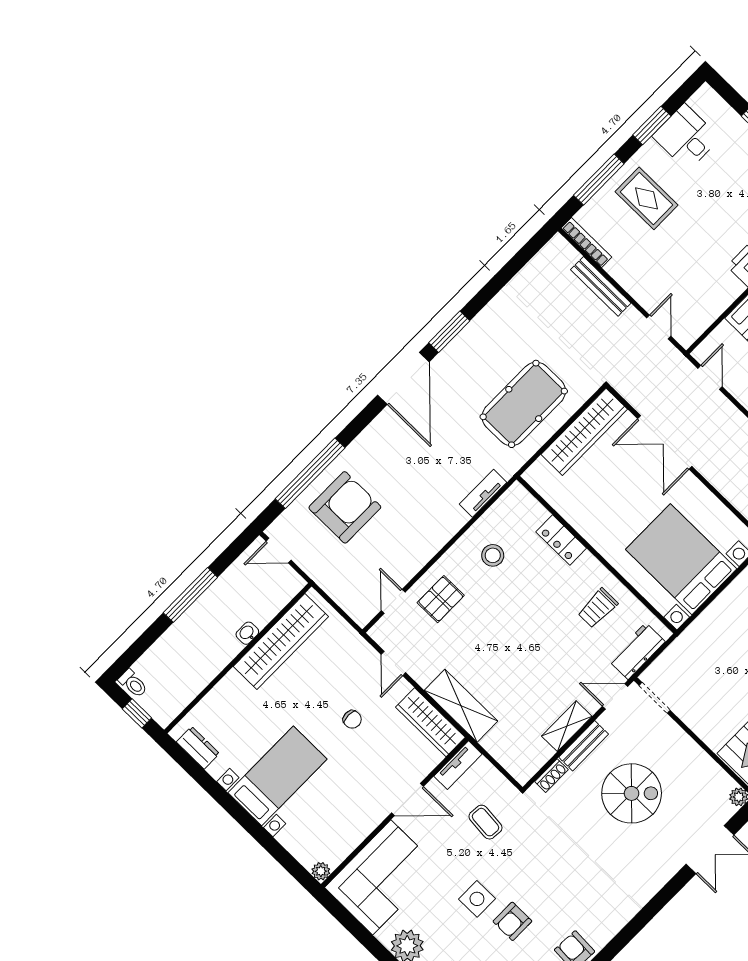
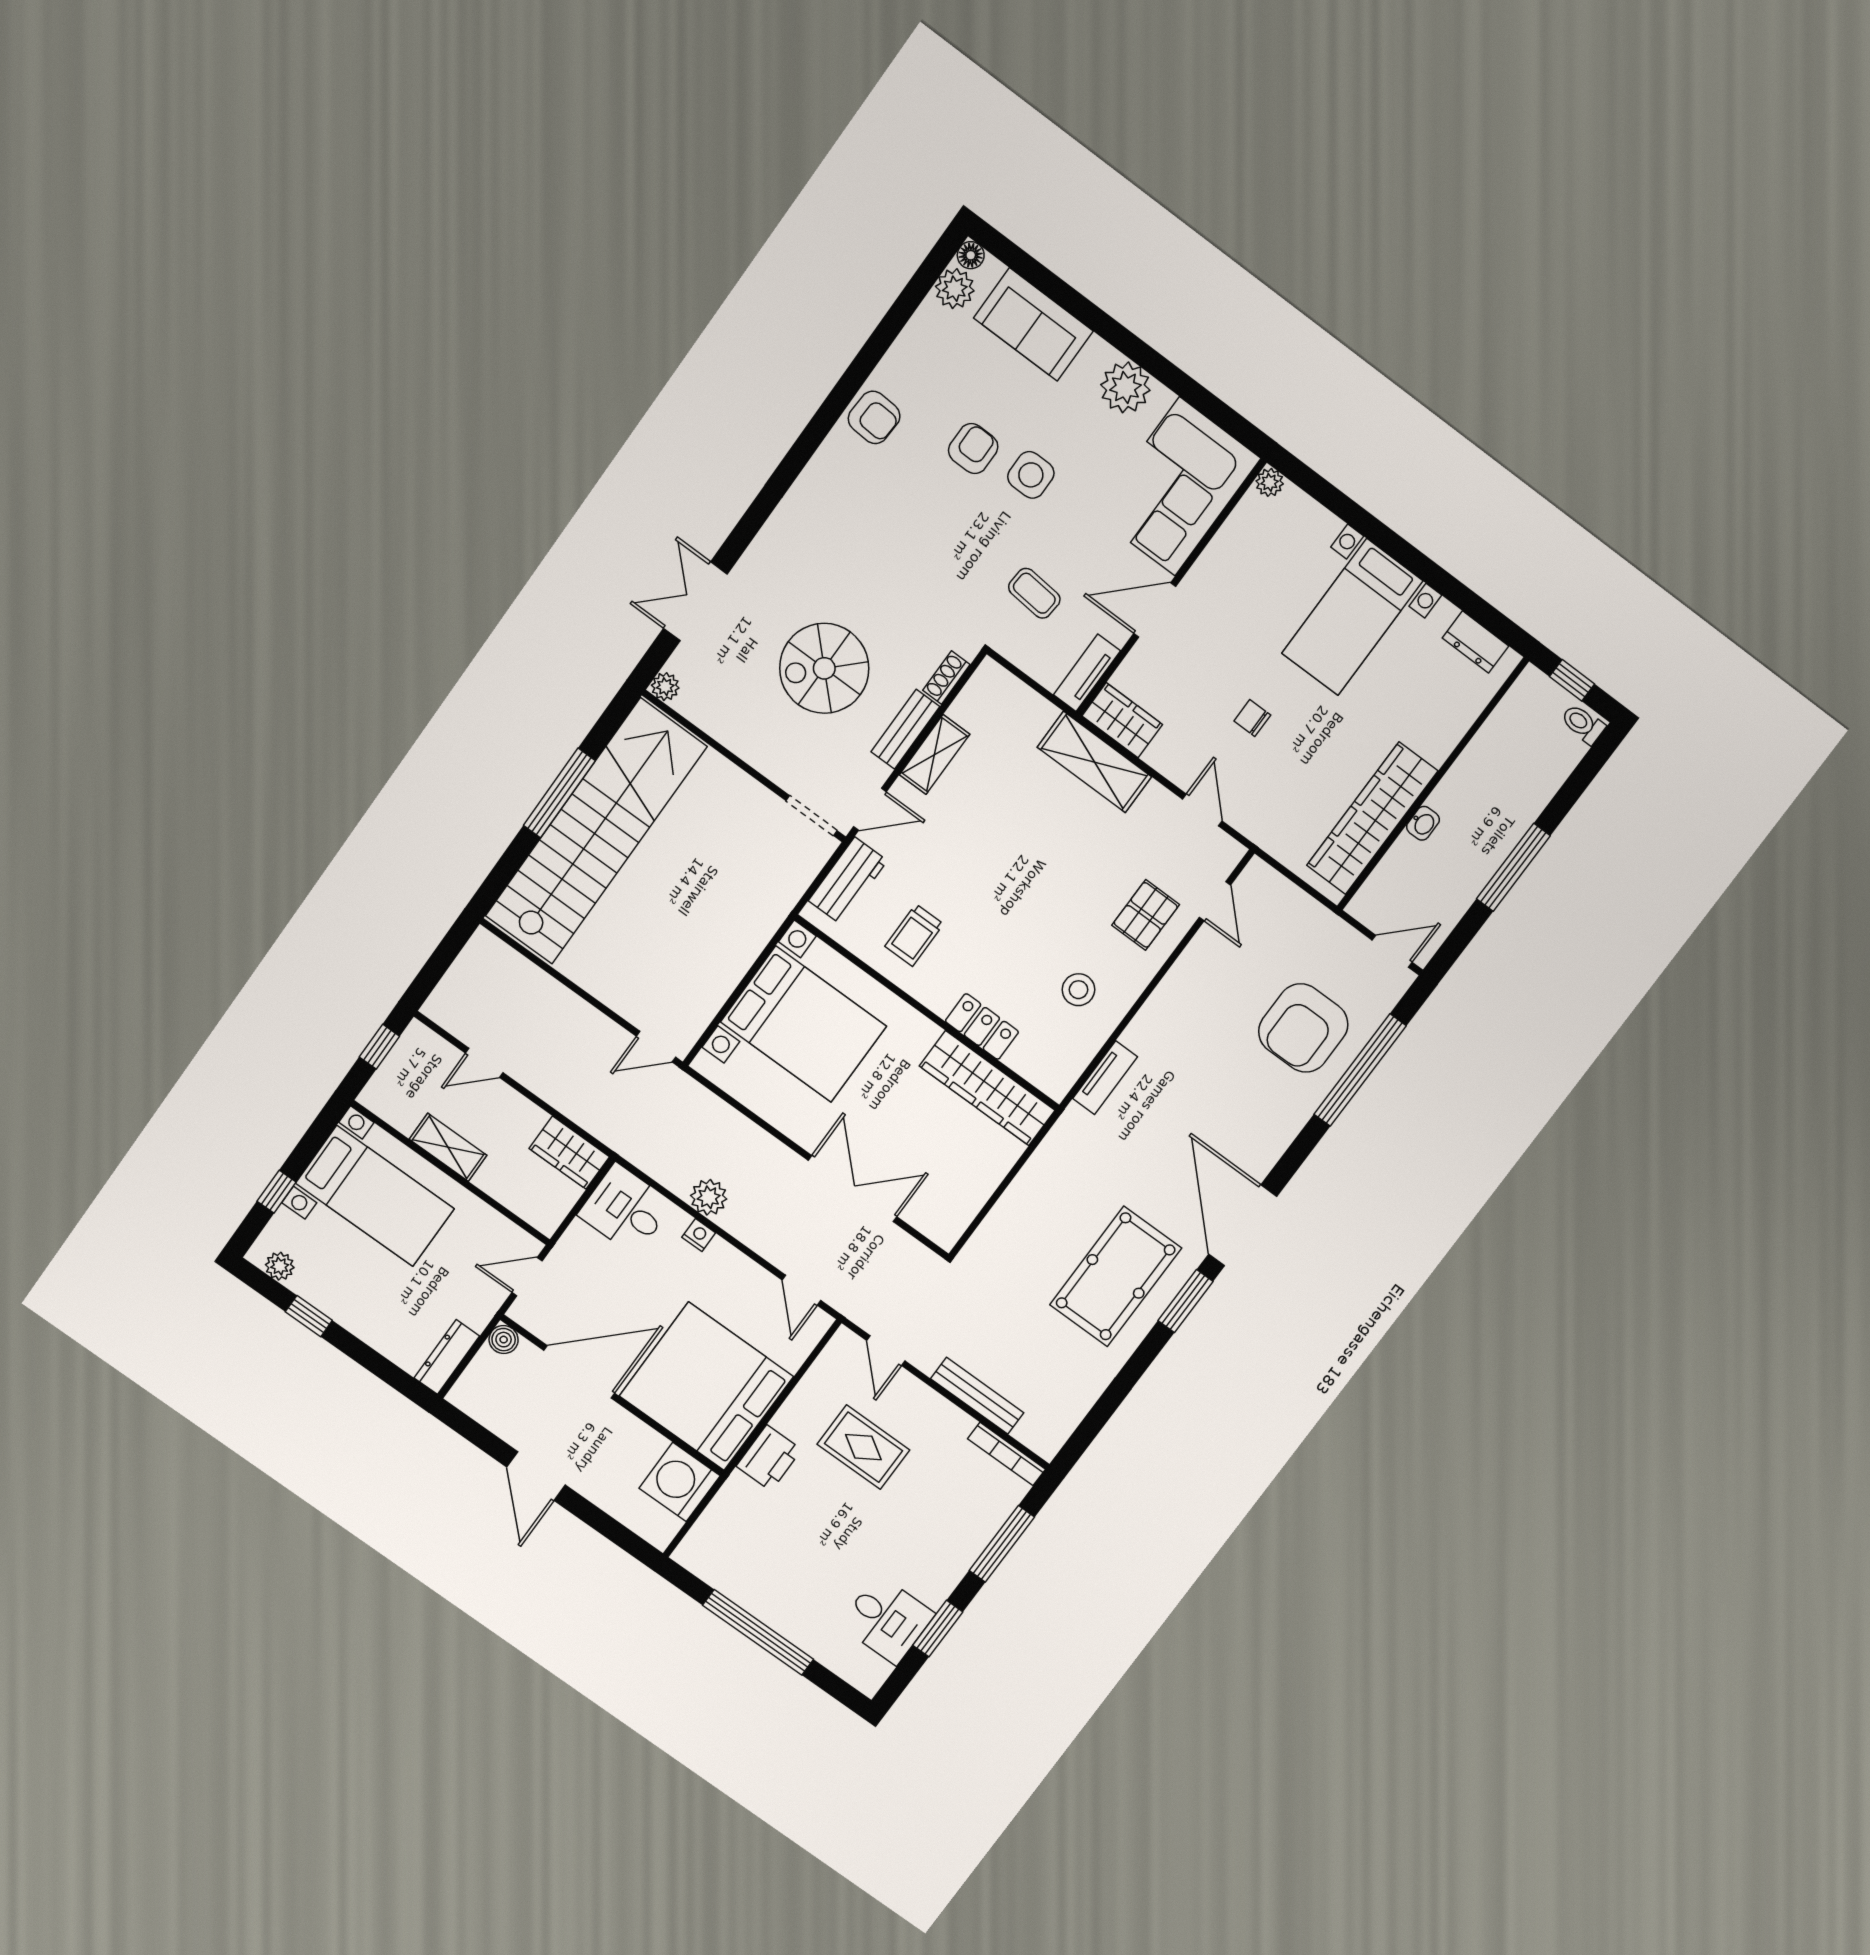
rug: (646, 198) -> (863, 1447), moved
pool table: (524, 404) -> (1116, 1276), moved
wardrobe: (584, 432) -> (987, 1088), moved, turned -90
trolley: (598, 608) -> (914, 935), turned 180
wardrobe: (430, 722) -> (1122, 720), width x0.67

